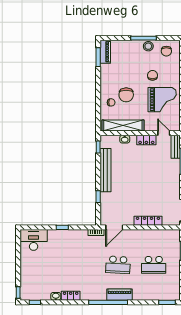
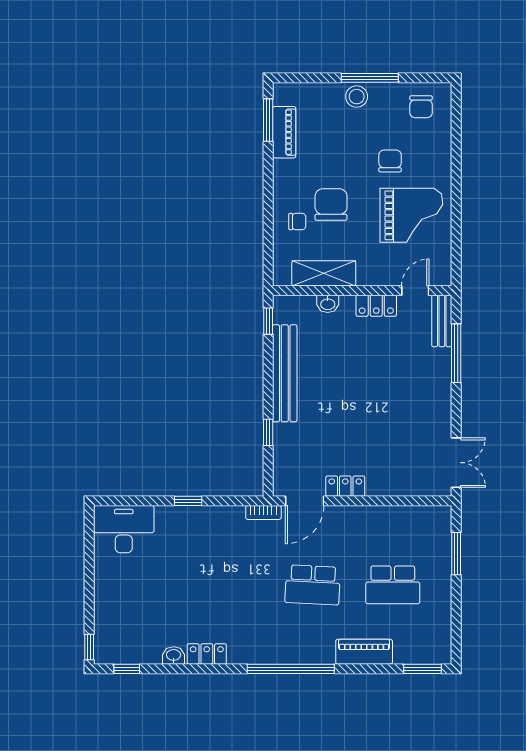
stool: (148, 46) -> (357, 97), moved
piano: (105, 52) -> (284, 132), moved
chair: (126, 95) -> (331, 205), turned 180
shelving: (123, 126) -> (324, 273), width x0.68
door: (164, 133) -> (415, 291), hinge flipped
locker: (148, 221) -> (345, 486), moved, width x0.66
piano: (119, 295) -> (364, 652), moved

